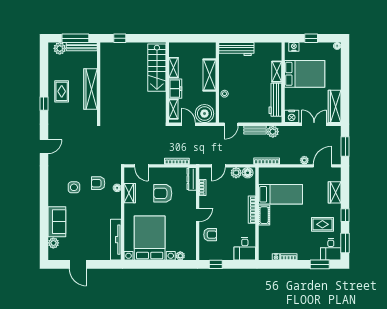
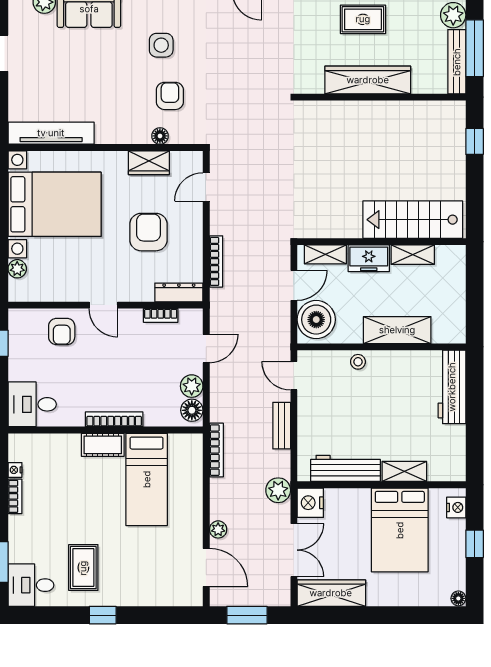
plant: (273, 132) -> (278, 490), moved
door: (218, 166) -> (206, 348), swing flipped
wardrobe: (335, 192) -> (151, 593), removed
window: (345, 243) -> (44, 615), removed

